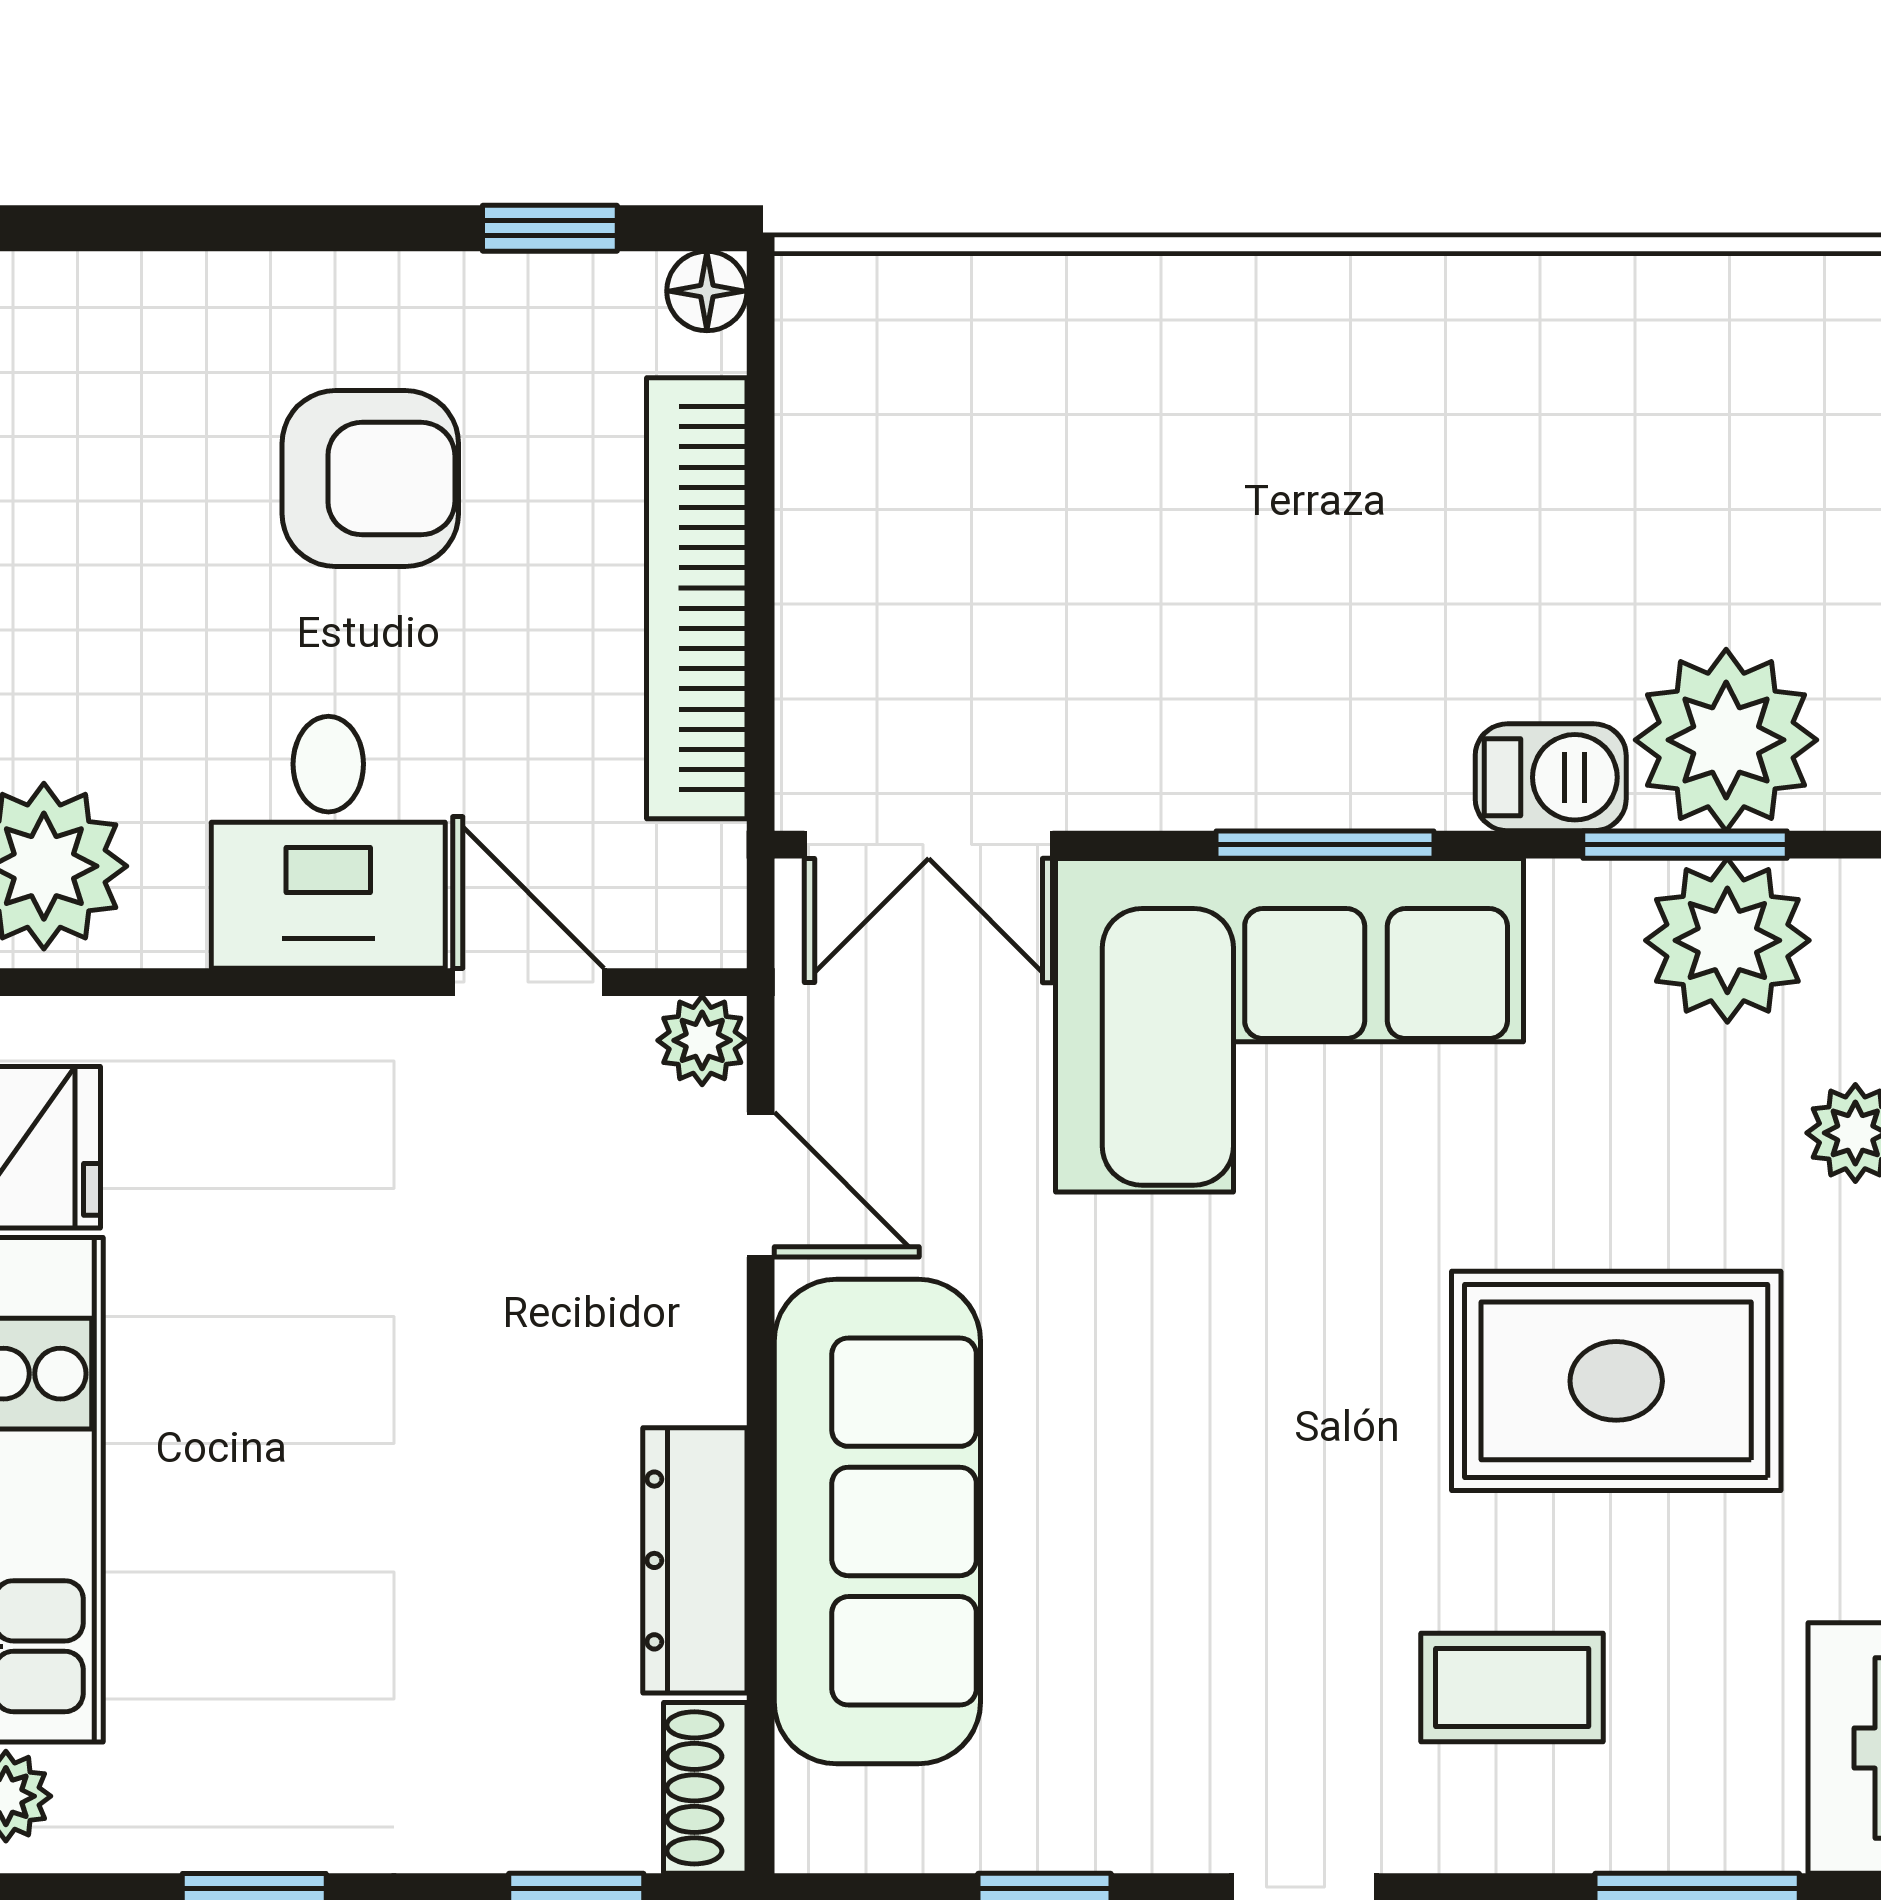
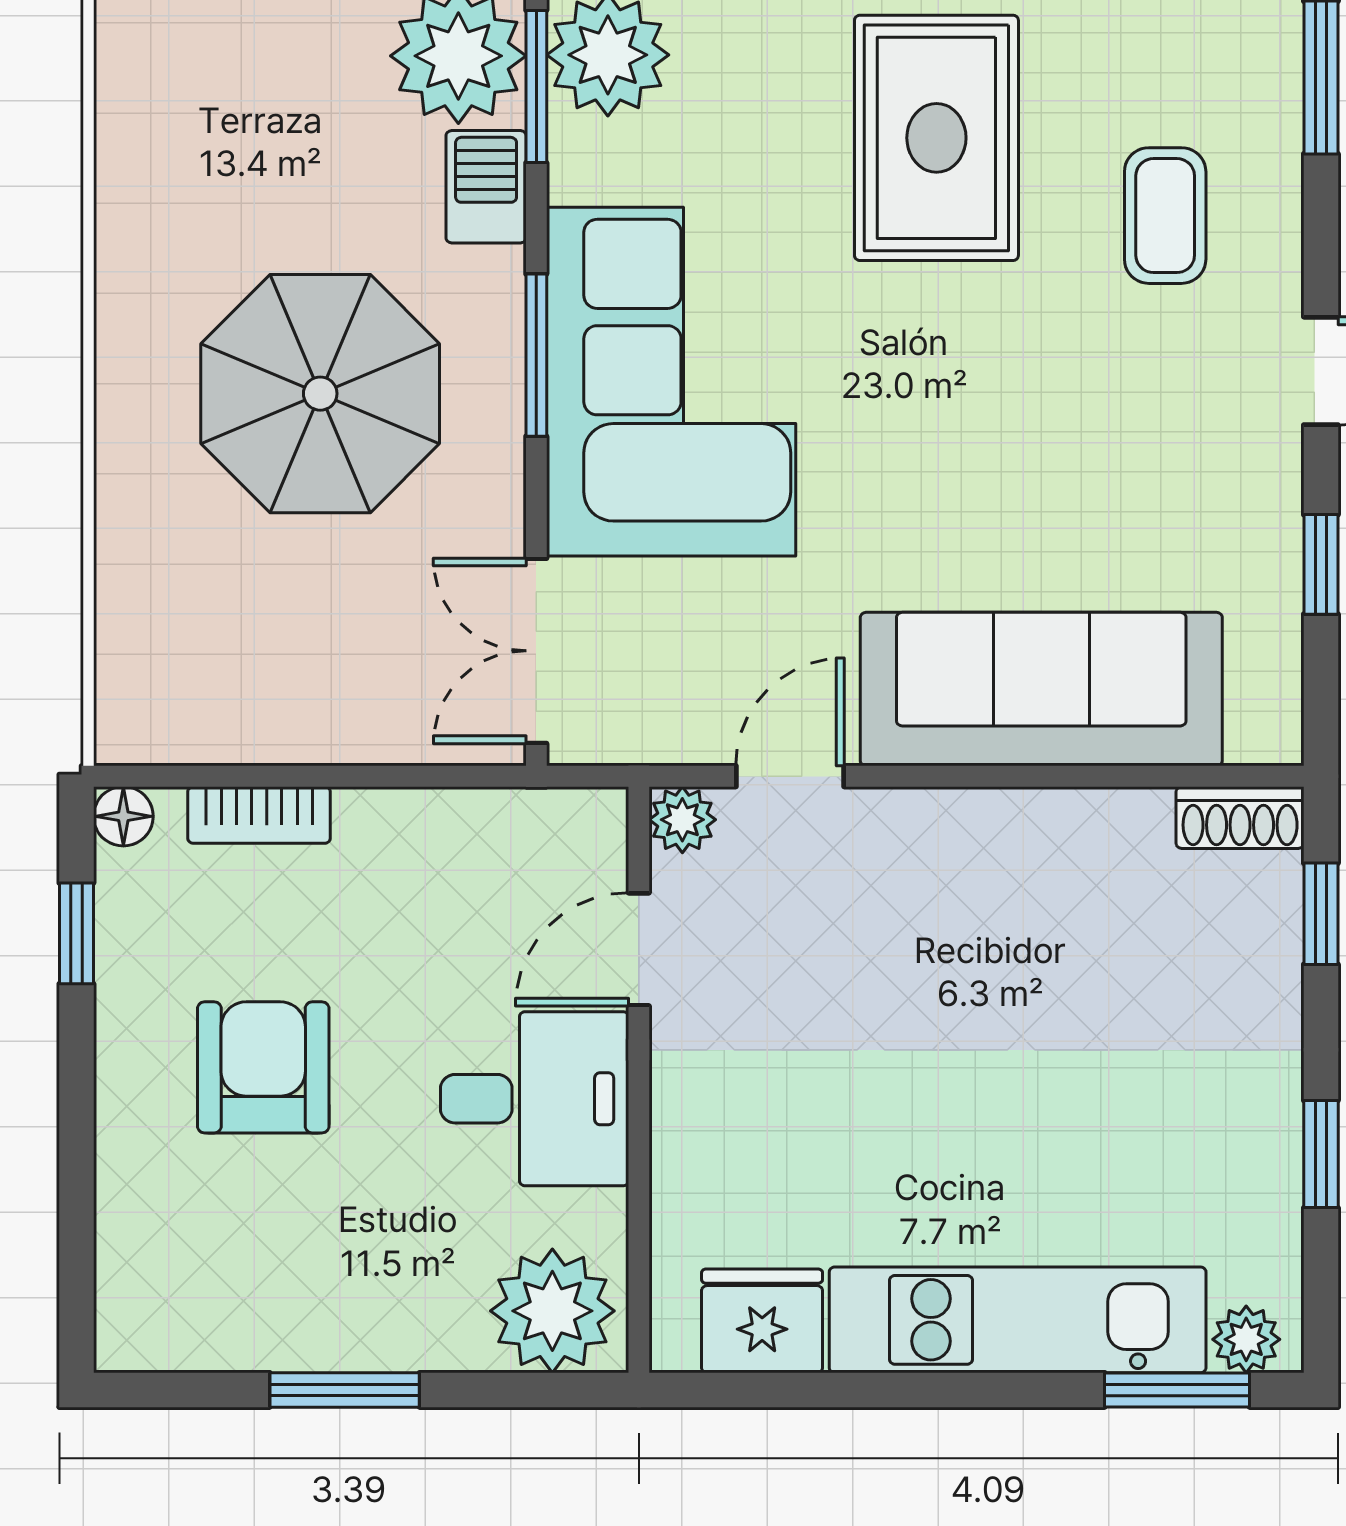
parasol: (1273, 555) -> (320, 394), added
bookcase: (697, 598) -> (259, 815), width x0.43, depth x0.76
double door: (929, 845) -> (536, 651), swing flipped
dresser: (695, 1560) -> (1070, 825), removed

